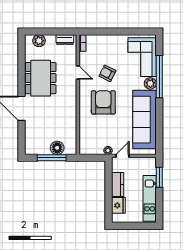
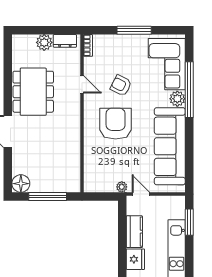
window: (117, 31) -> (134, 30), added
plant: (39, 41) -> (44, 42), moved
floor lamp: (57, 148) -> (21, 184), moved
door: (123, 156) -> (141, 194), hinge flipped

